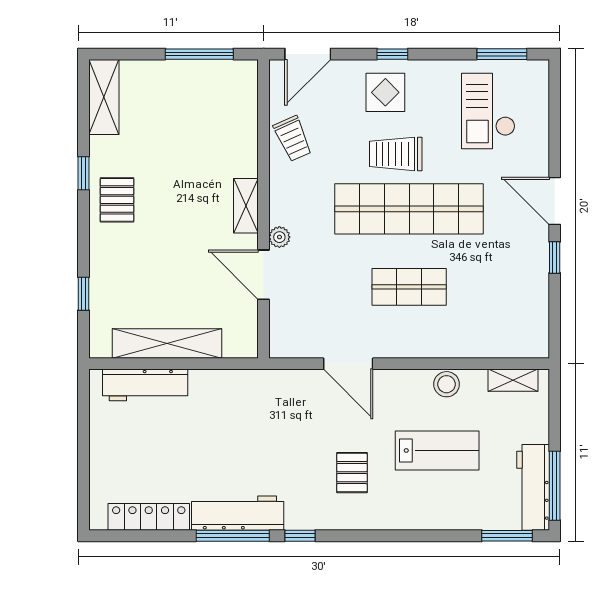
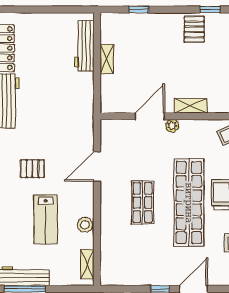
pallet: (117, 200) -> (194, 29), turned 90
shelving: (167, 343) -> (107, 59), width x0.45, depth x0.75

